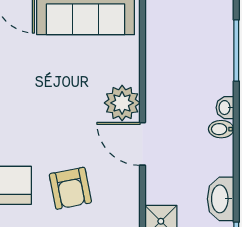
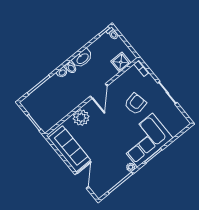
plant: (122, 103) -> (81, 118), moved
washbasin: (221, 199) -> (82, 58), moved

